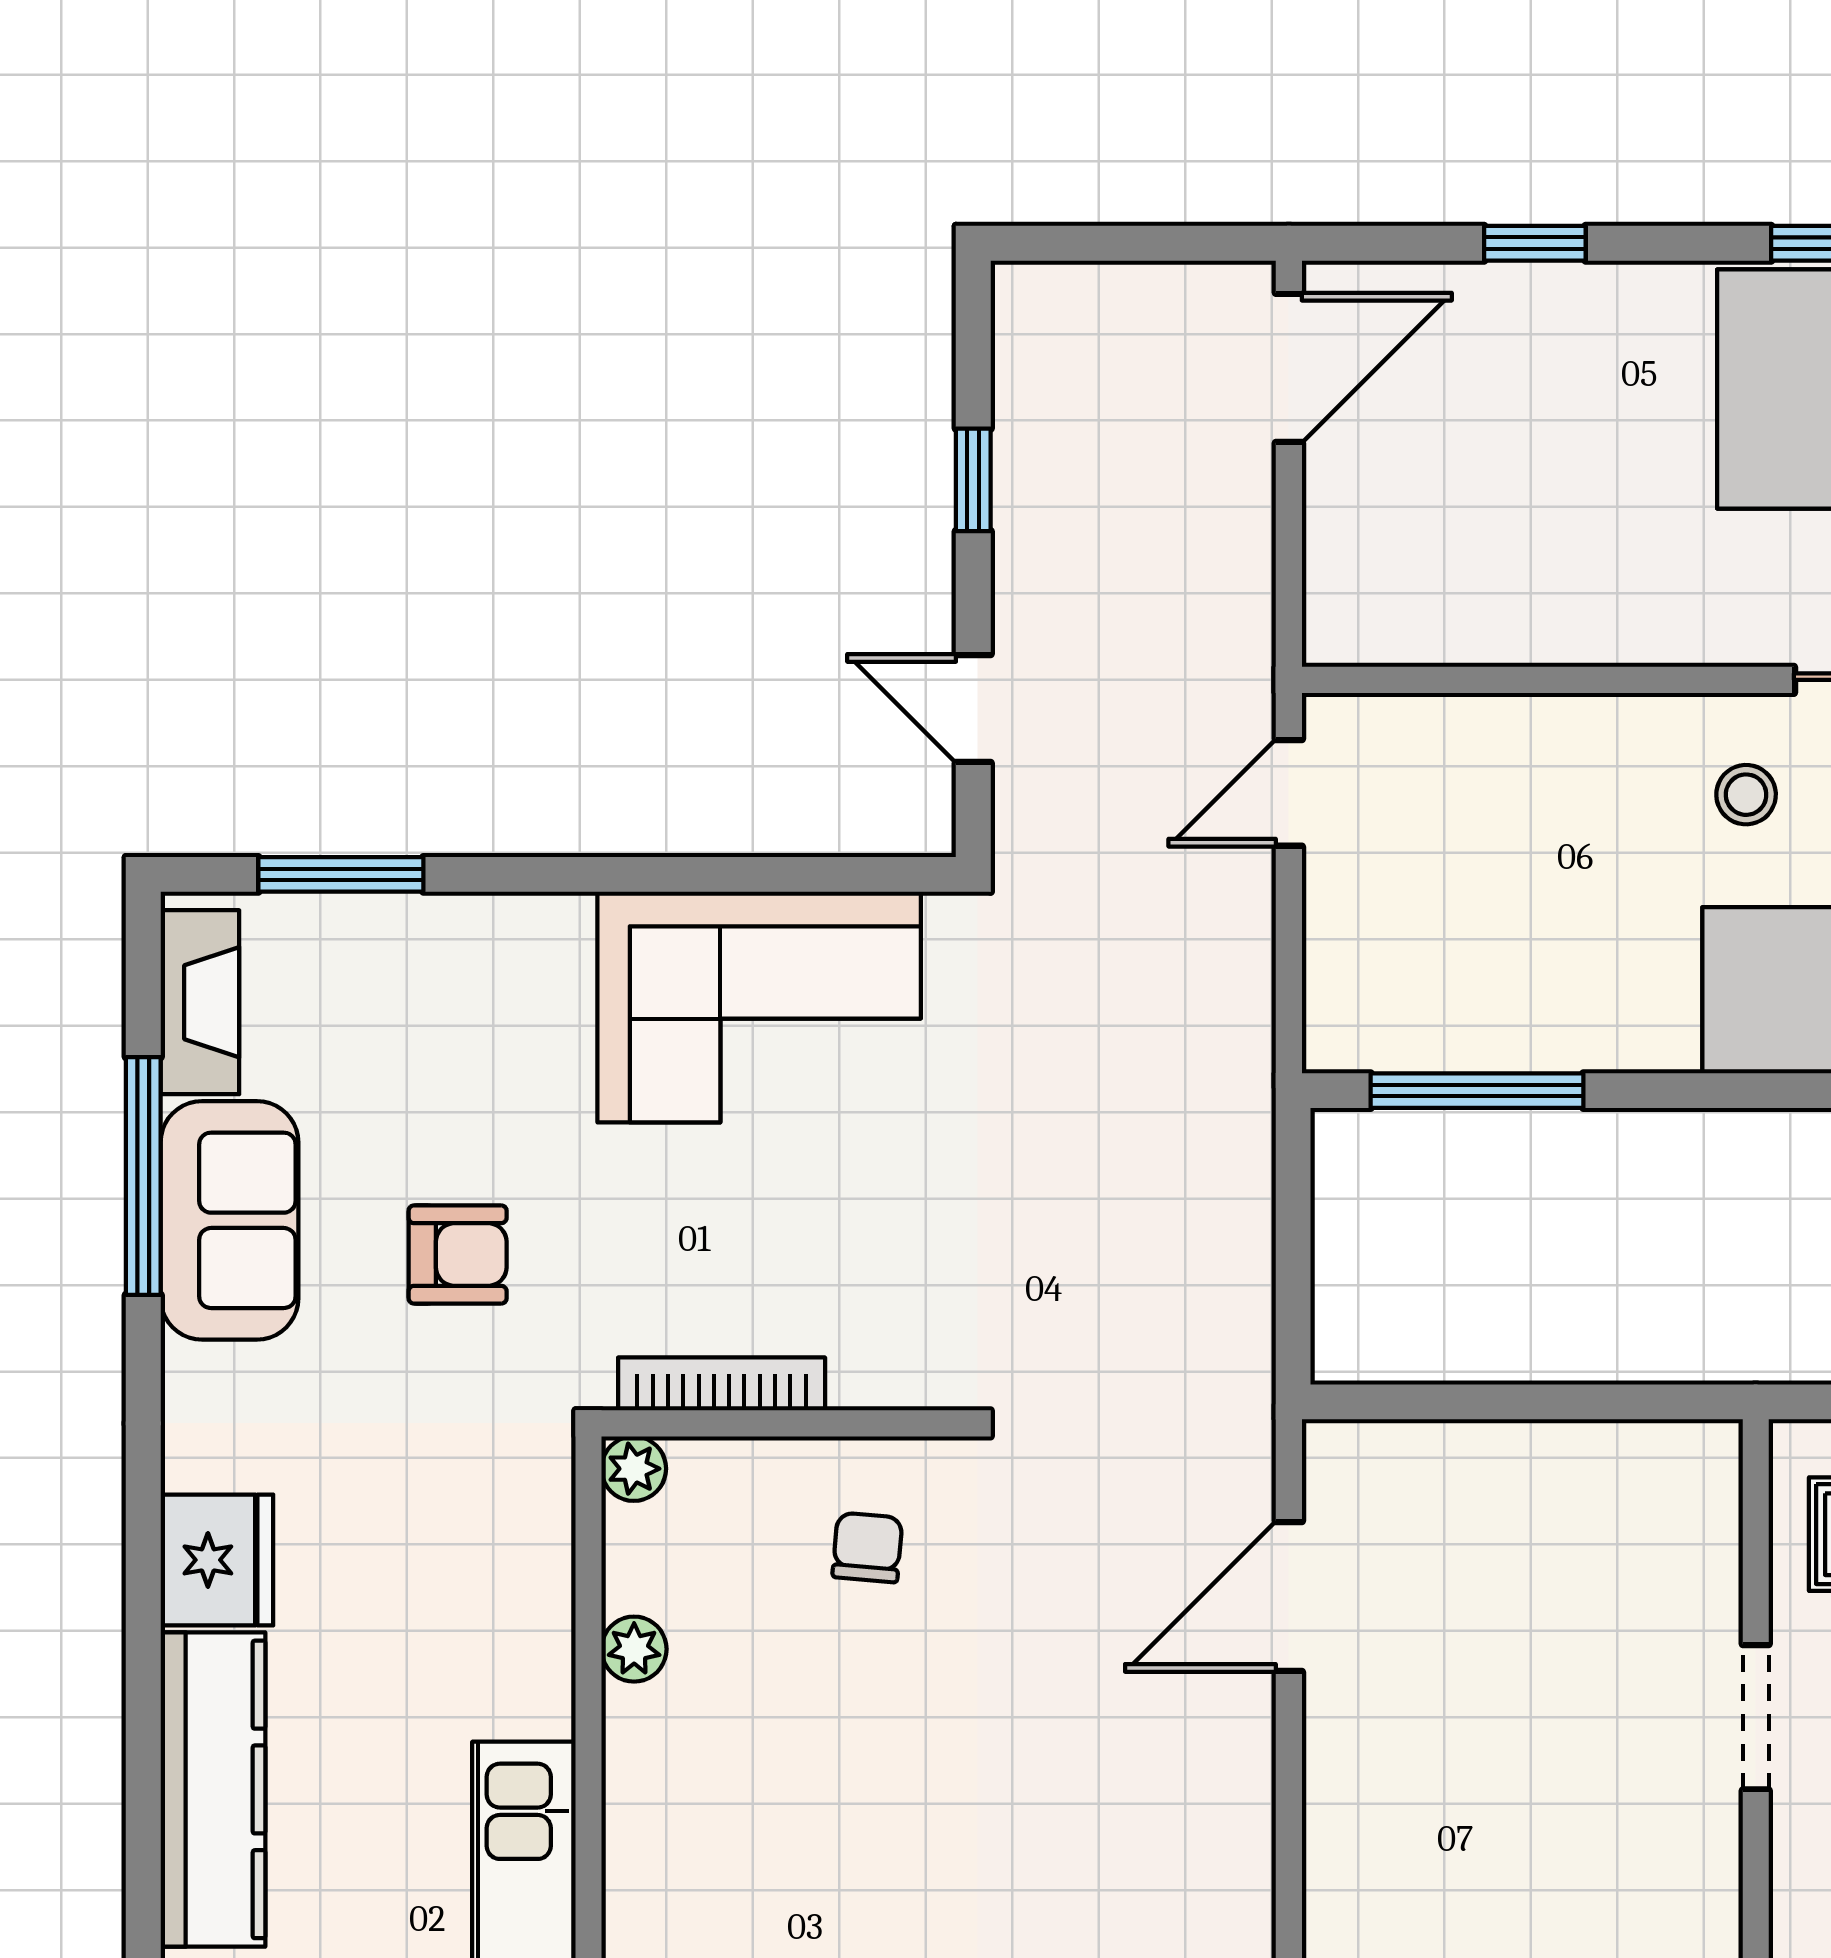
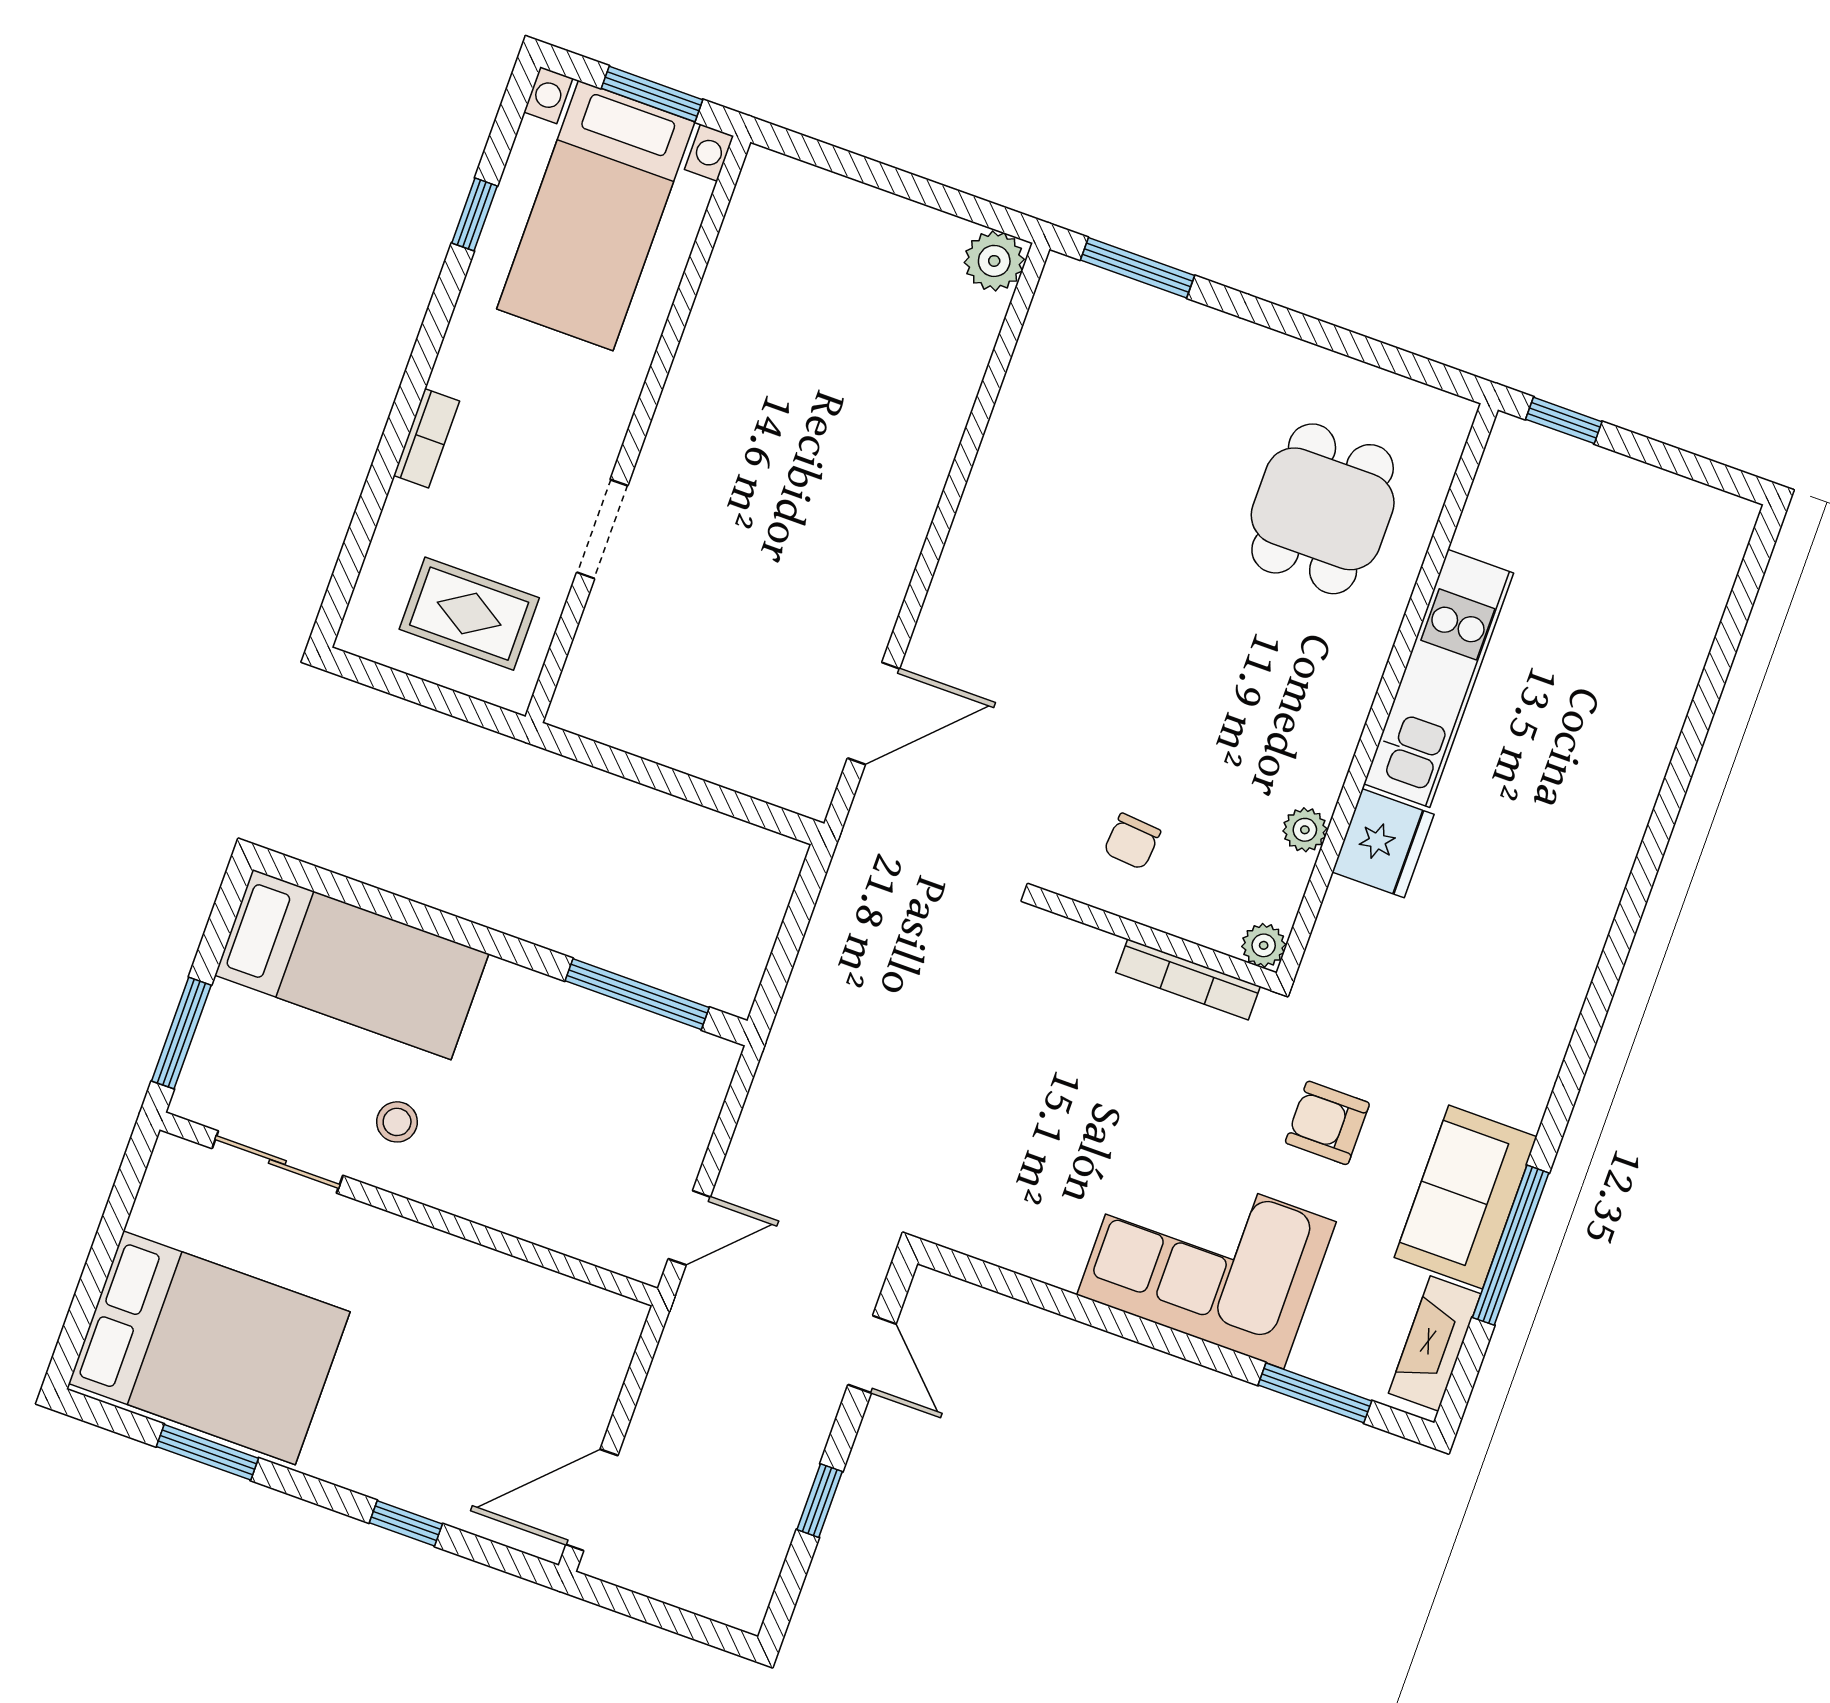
corner sofa: (759, 1007) -> (1206, 1258), moved
fridge: (217, 1560) -> (1383, 843), moved, turned 180
kitchen counter: (213, 1789) -> (1607, 836), removed

